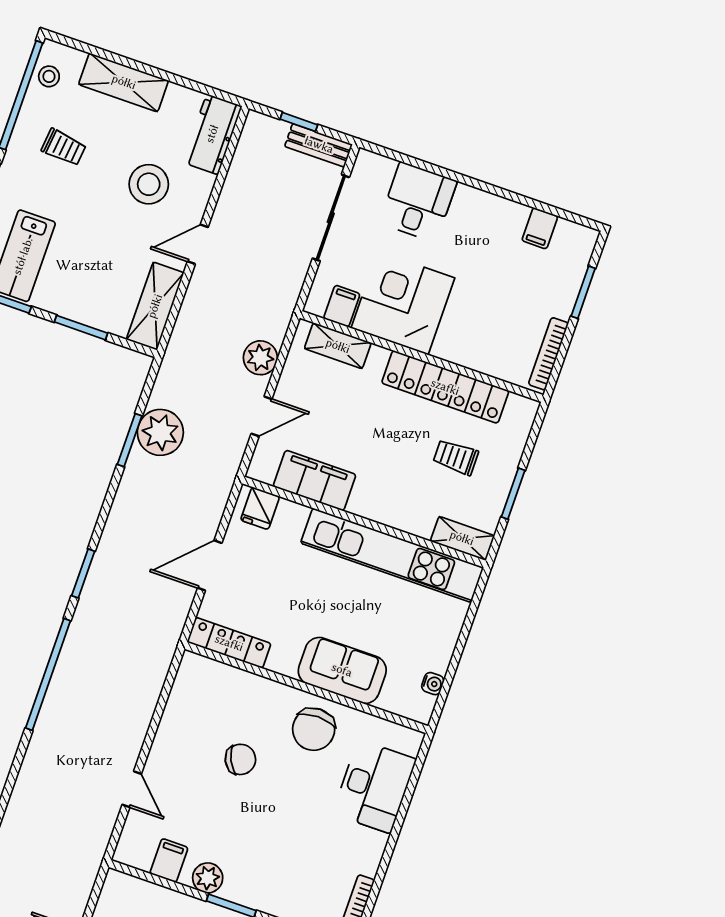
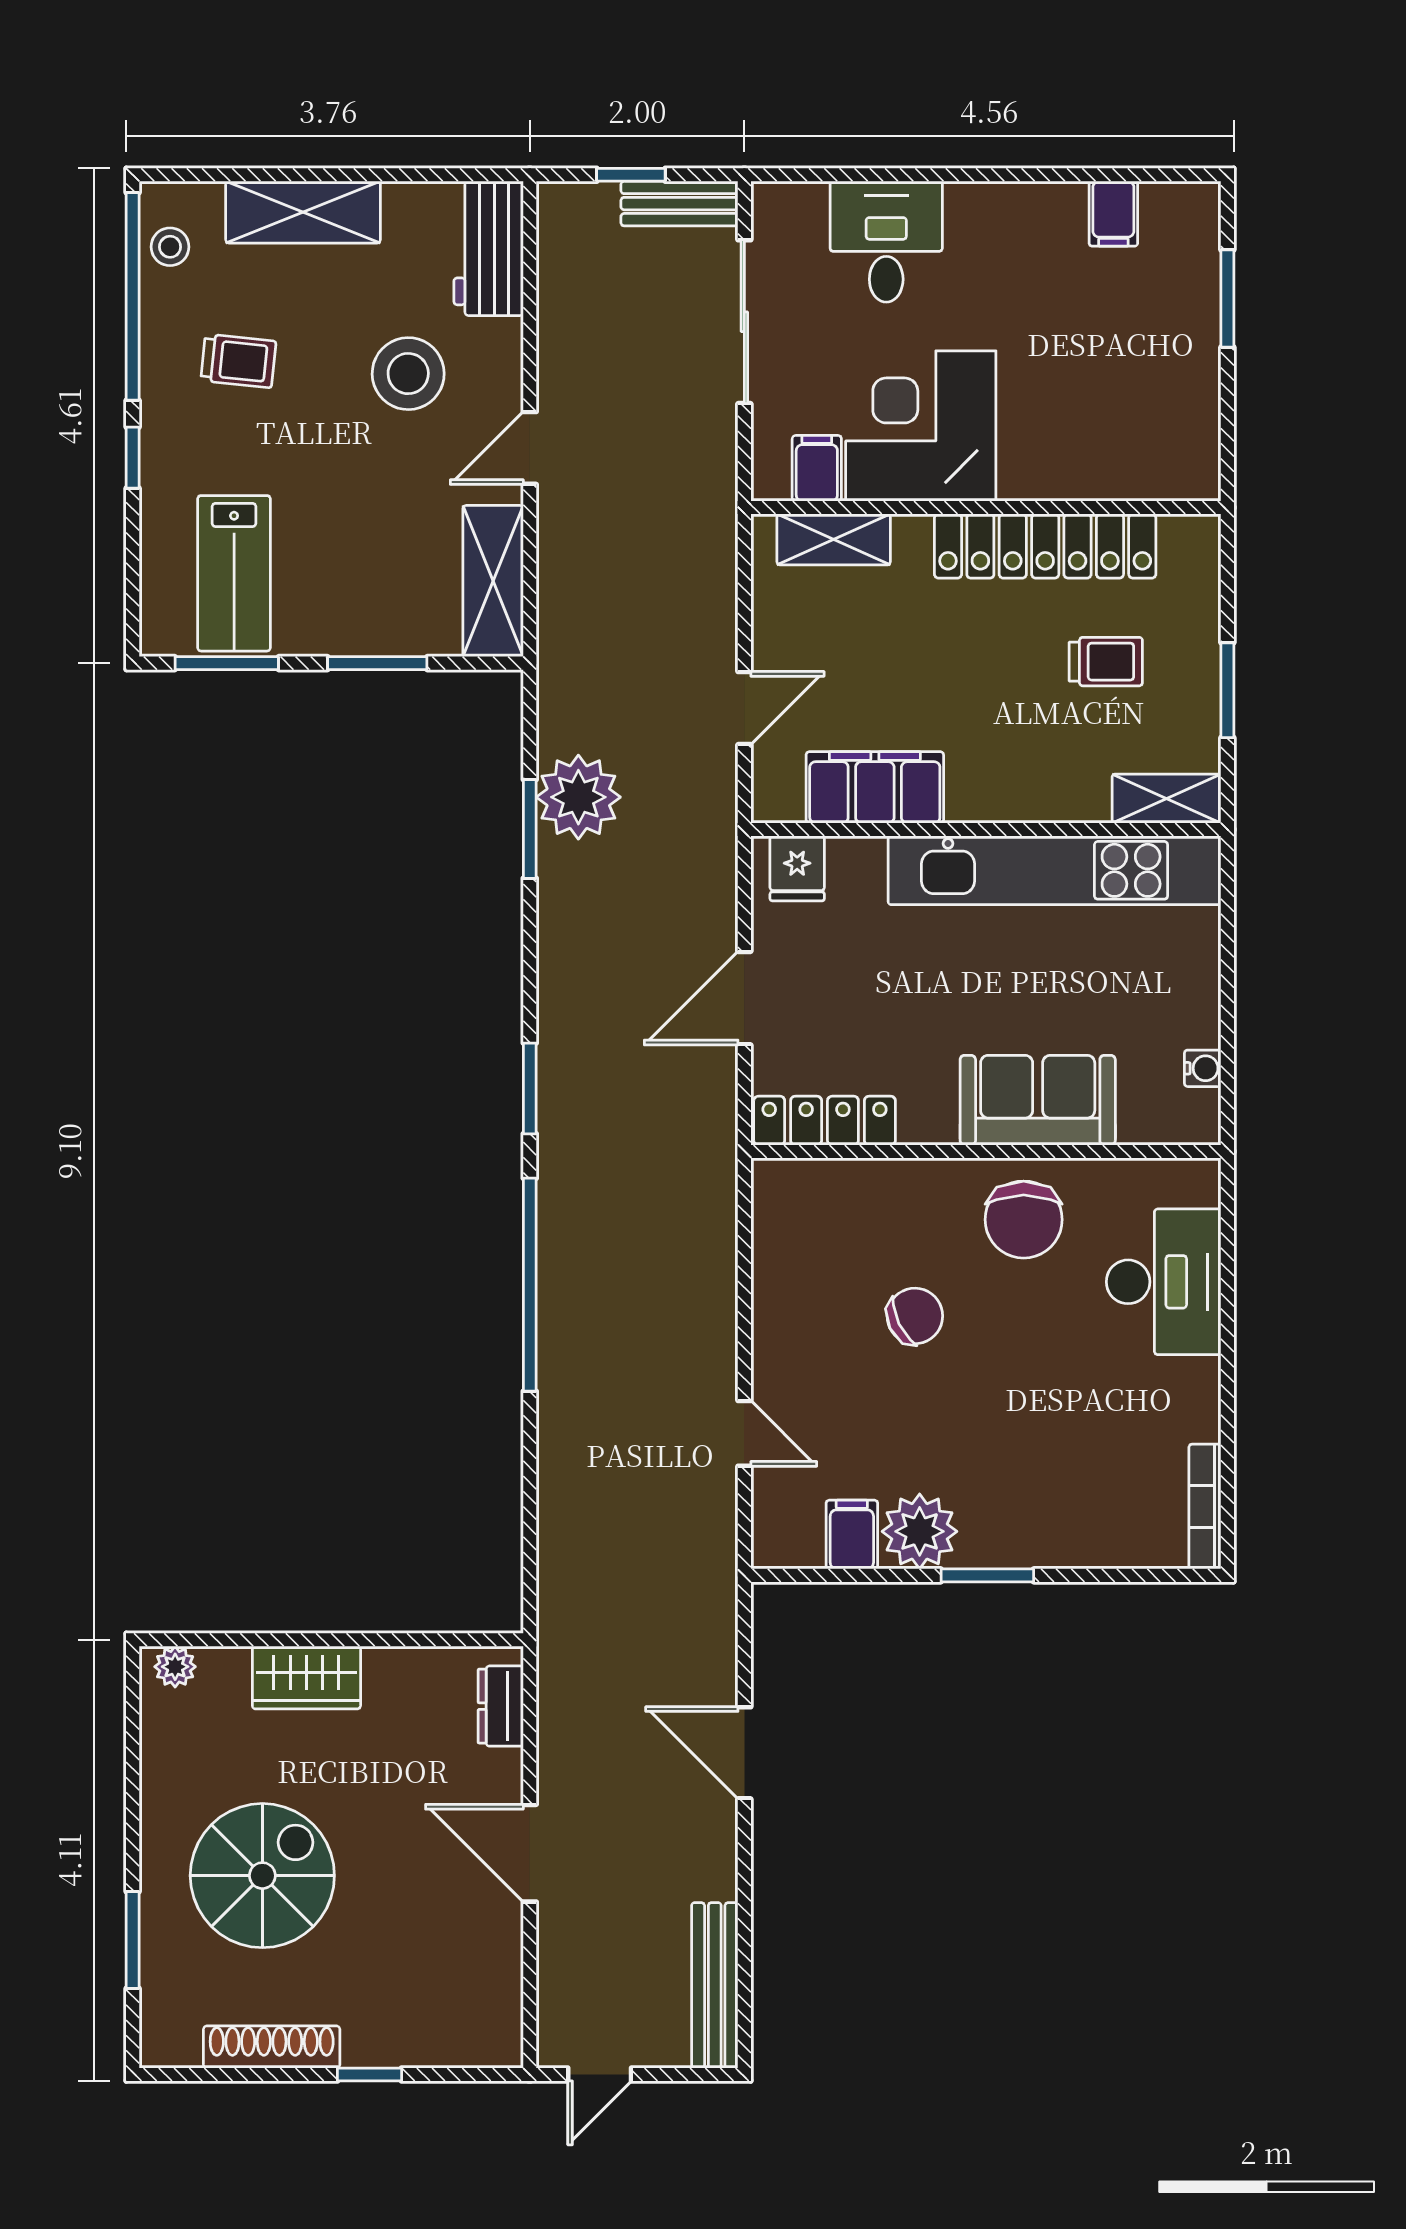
bookcase: (548, 354) -> (1204, 426), removed
plant: (260, 358) -> (707, 607), removed
trolley: (456, 457) -> (1106, 662), turned 180
plant: (208, 878) -> (920, 1531), width x1.36, depth x1.36

